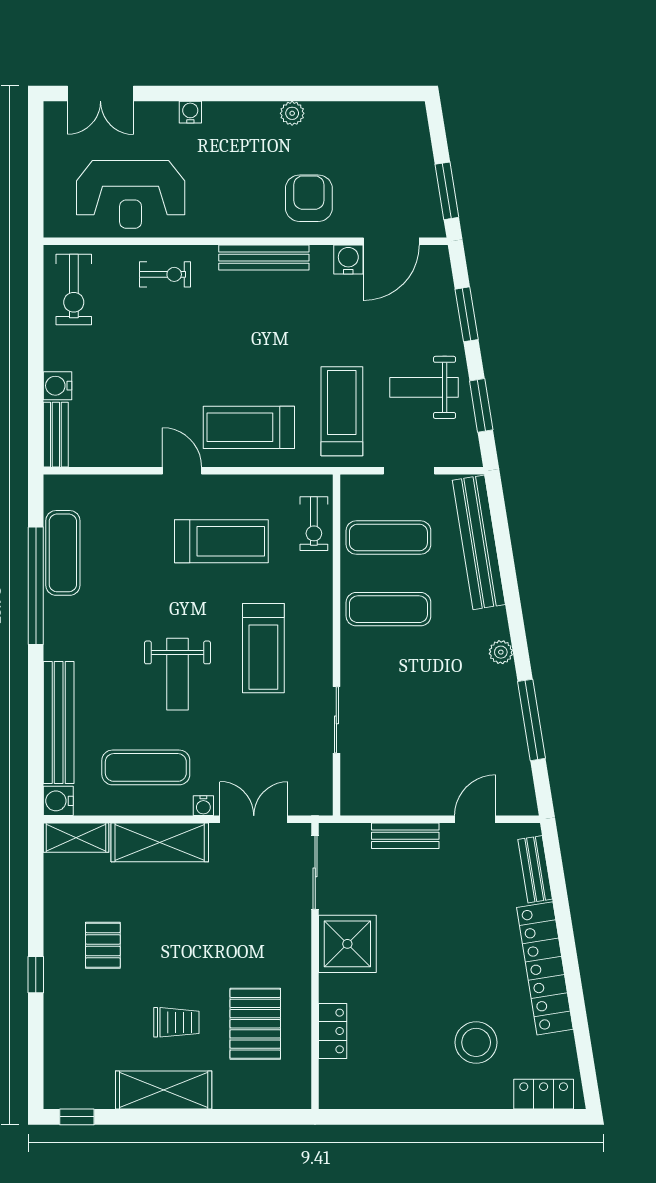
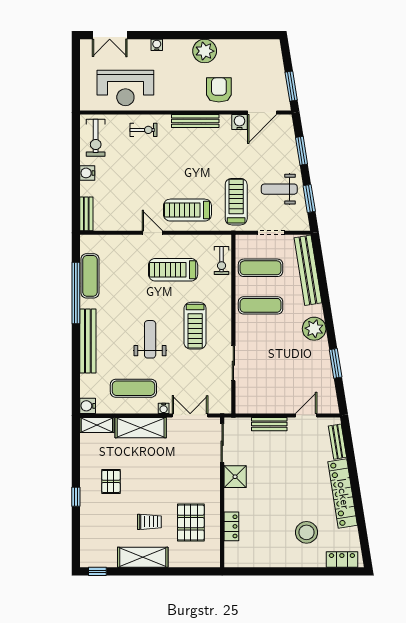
plant: (292, 113) -> (205, 51), width x1.88, depth x1.88
water cooler: (58, 386) -> (87, 173), moved
treadmill: (221, 541) -> (173, 270), turned 180
plant: (501, 652) -> (314, 329), width x1.88, depth x1.88
weight bench: (177, 674) -> (150, 339), turned 180
window: (531, 720) -> (336, 363), width x0.69
bench: (59, 722) -> (88, 341), moved
shower: (347, 944) -> (235, 477), width x0.73, depth x0.73

